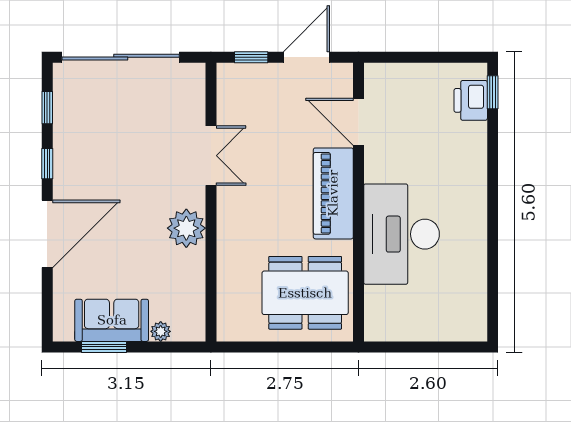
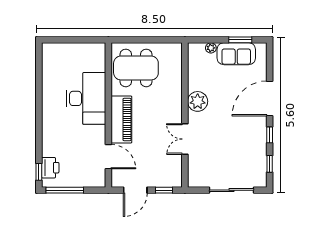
sliding door: (121, 57) -> (232, 190), width x0.73
window: (443, 57) -> (65, 190), added

